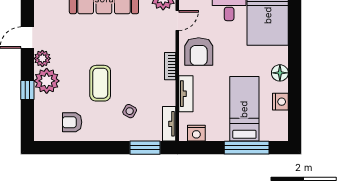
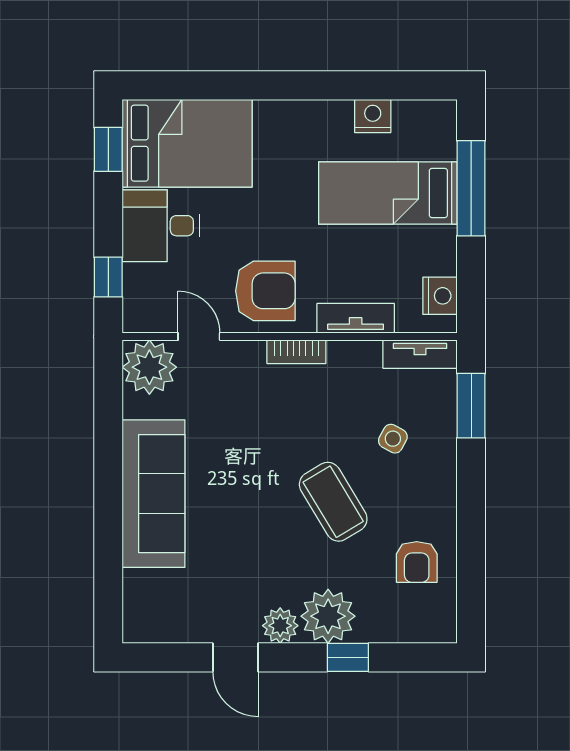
floor lamp: (280, 73) -> (311, 117), removed
coffee table: (100, 83) -> (333, 502), turned 59

